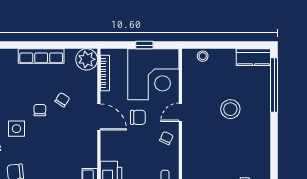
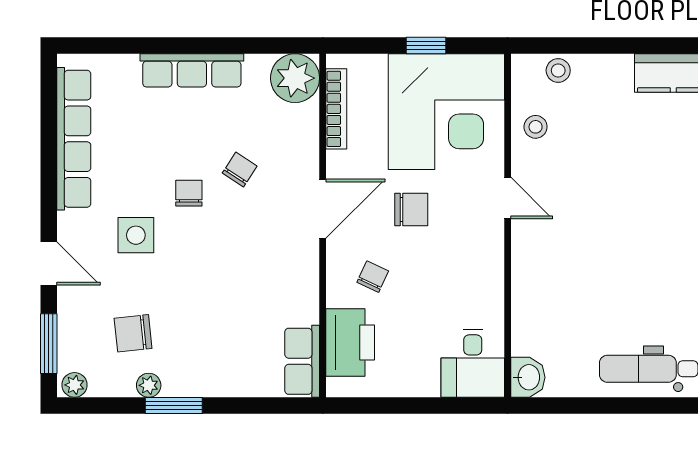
stool: (230, 109) -> (536, 127), moved, width x0.53, depth x0.53
door: (180, 112) -> (508, 198), swing flipped
door: (99, 117) -> (323, 209), hinge flipped
chair: (166, 138) -> (373, 277), moved

